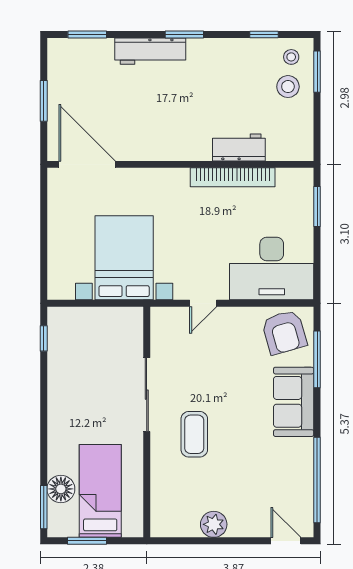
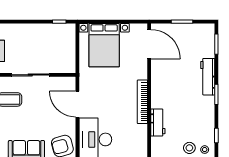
door: (87, 164) -> (149, 44), hinge flipped
bookcase: (233, 177) -> (142, 102), moved
bed with nightstands: (124, 258) -> (104, 45), moved, turned 90
door: (203, 303) -> (77, 104), width x1.87

